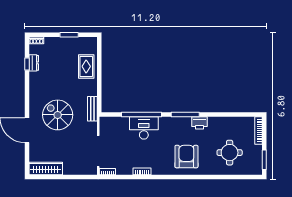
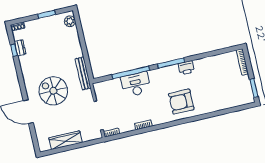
plant: (91, 48) -> (70, 21), added
rug: (86, 66) -> (69, 40), removed
bench: (92, 109) -> (83, 73), width x1.36
round table: (230, 153) -> (220, 89), removed
armchair: (186, 157) -> (181, 102), turned -90
wardrobe: (46, 169) -> (65, 140), moved

